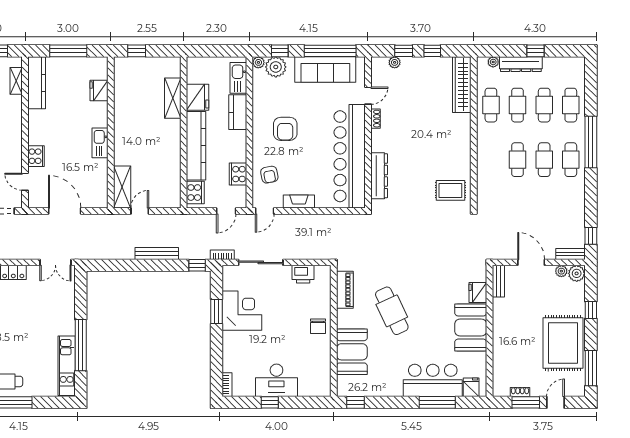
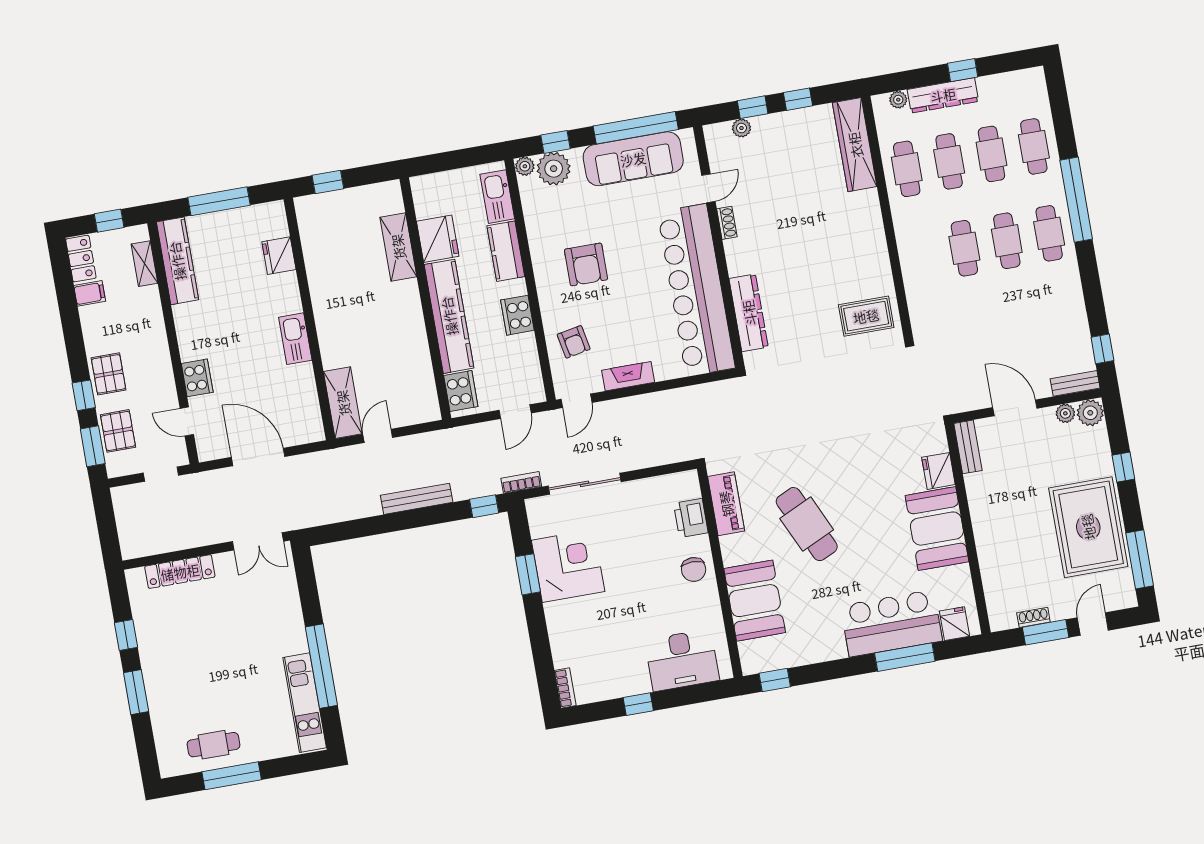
cooker: (238, 174) -> (517, 315), moved
printer: (303, 274) -> (691, 518), moved, turned 90
desk: (276, 380) -> (682, 660), moved

